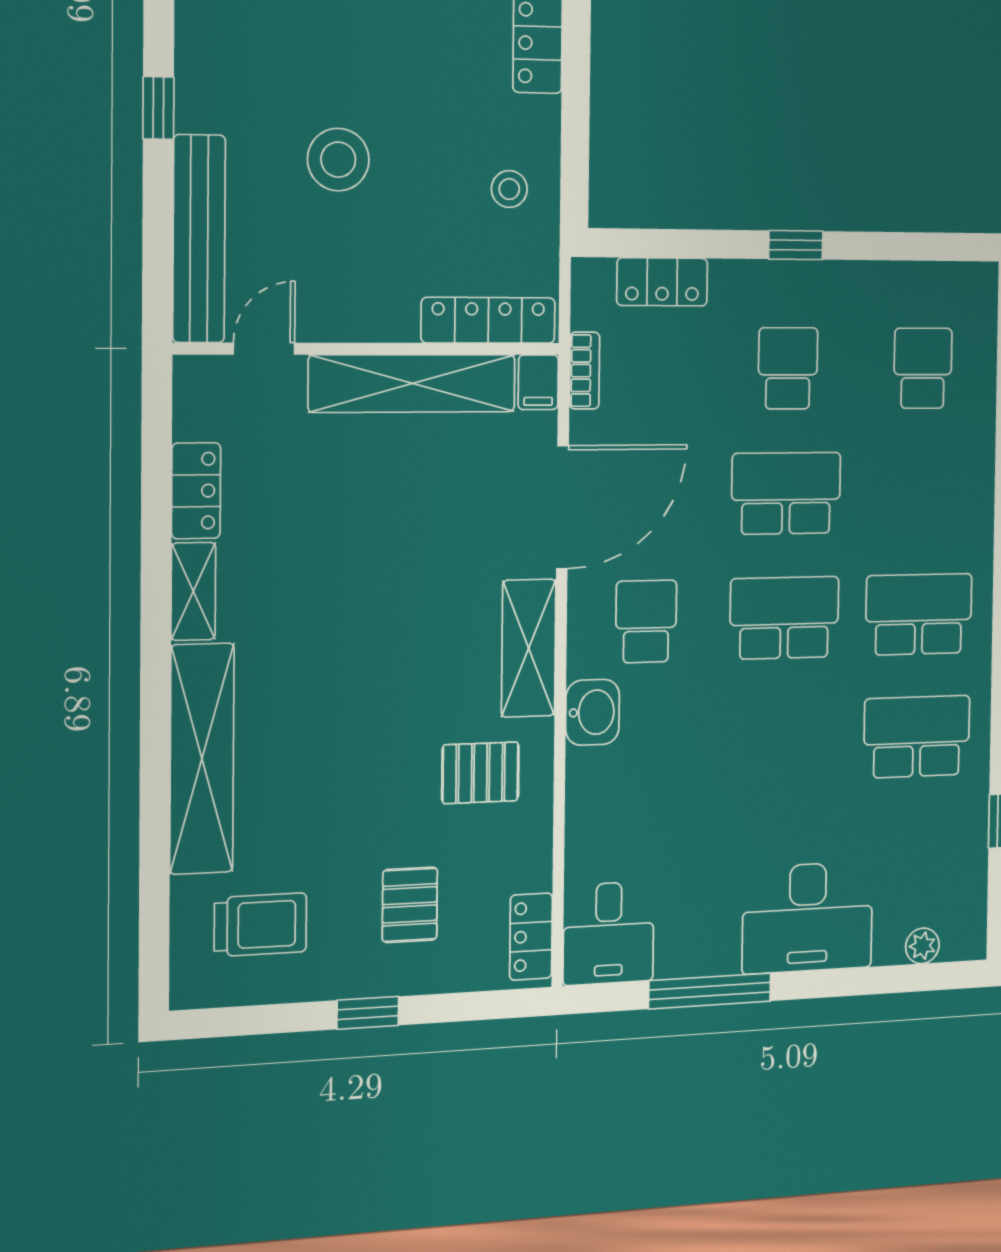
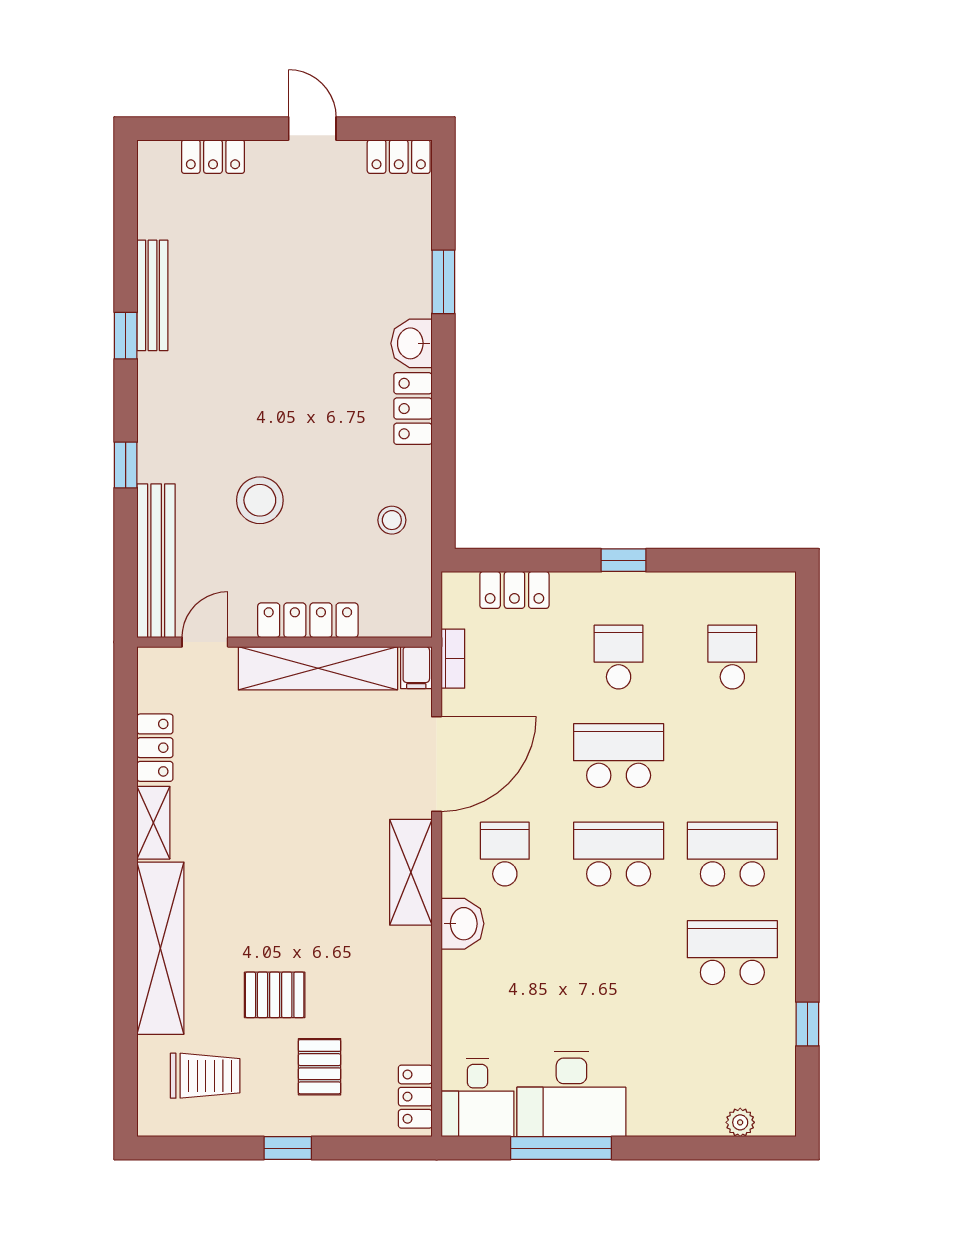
locker: (488, 320) -> (308, 620), moved
pallet: (480, 773) -> (275, 995), moved
desk: (808, 917) -> (571, 1094), moved

